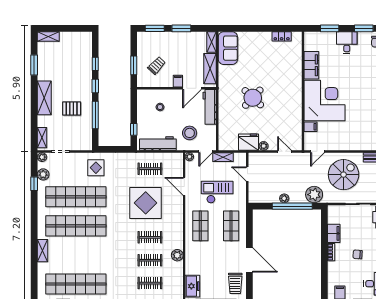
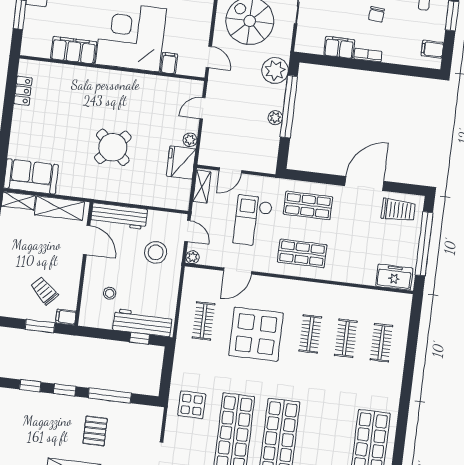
filing cabinet: (178, 81) -> (66, 317), moved
workbench: (158, 144) -> (142, 323), moved, turned 90
shelving: (223, 157) -> (202, 187), moved
plant: (177, 255) -> (343, 295), removed

